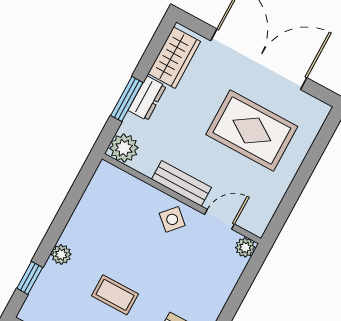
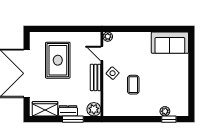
plant: (61, 254) -> (165, 111), moved
coffee table: (115, 295) -> (133, 85), moved

